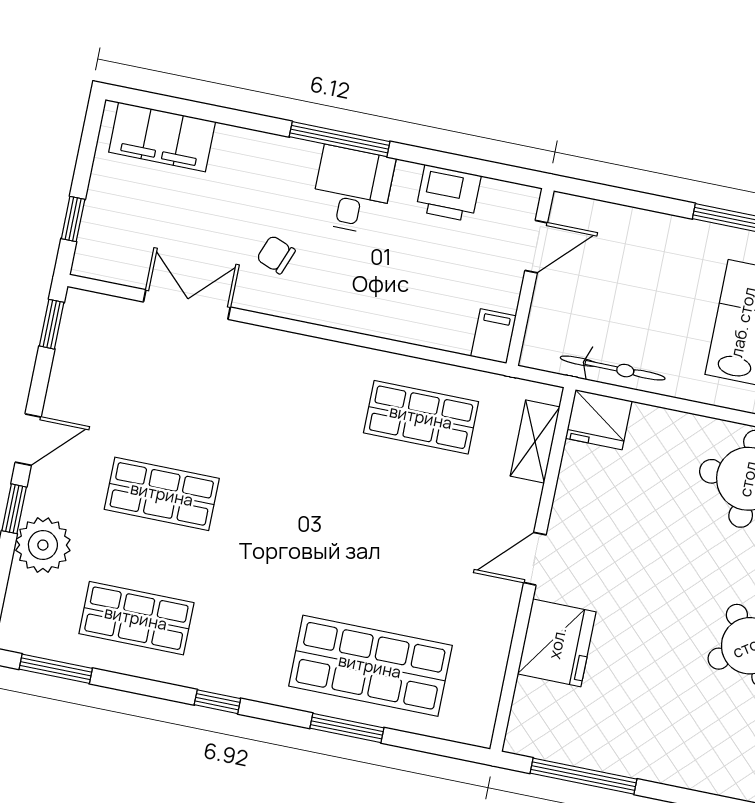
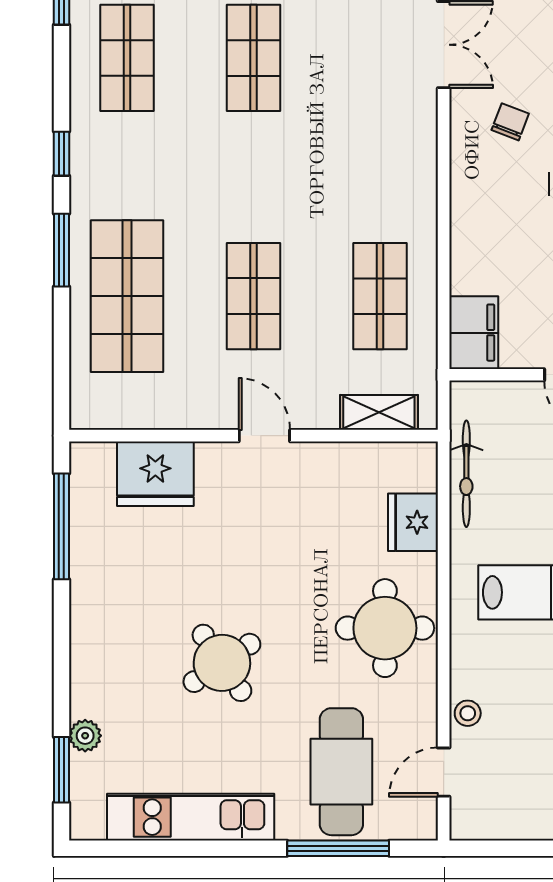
filing cabinet: (493, 336) -> (474, 333), width x2.00
fridge: (599, 420) -> (413, 522), moved
shop shelf: (396, 542) -> (254, 296), added
fridge: (557, 643) -> (155, 474), moved
window: (347, 728) -> (61, 250), moved

